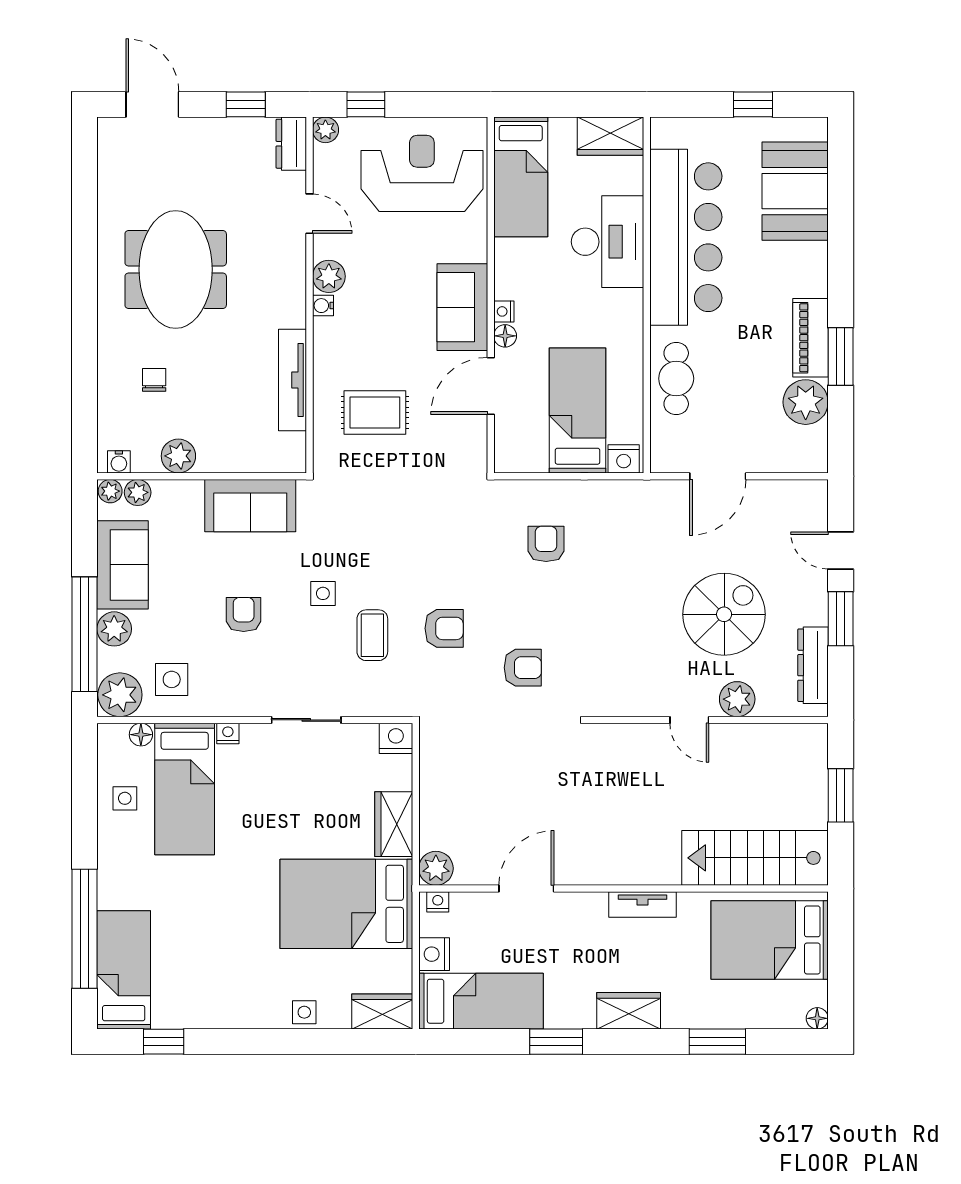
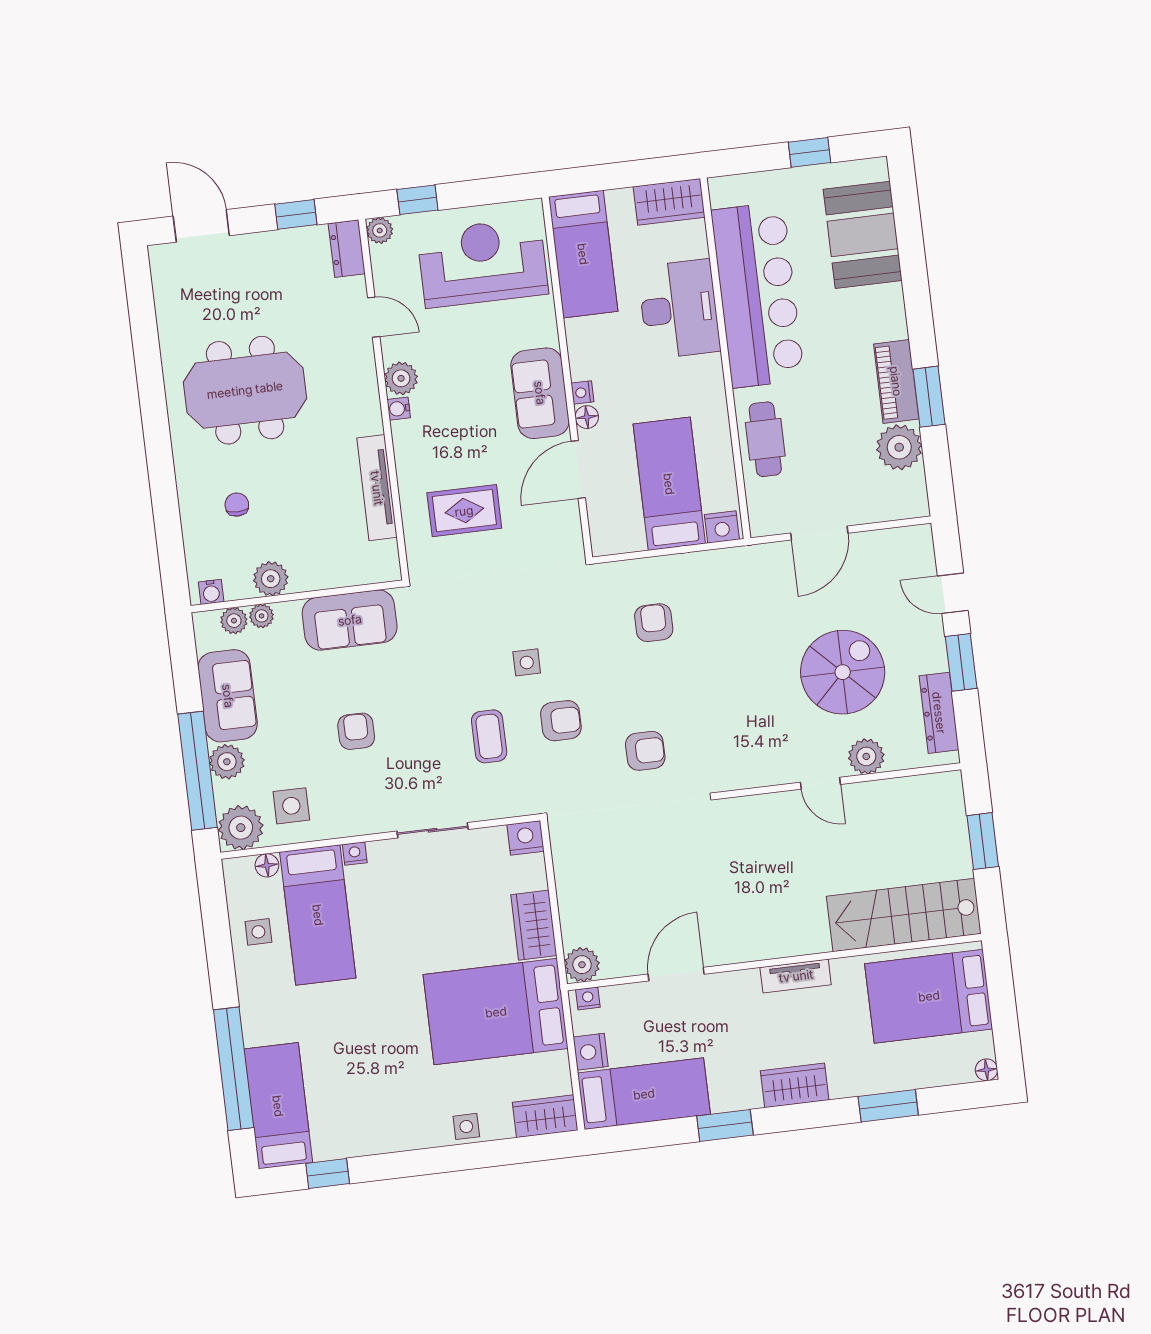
meeting table: (176, 269) -> (245, 390), turned 90
plant: (110, 491) -> (262, 616), moved
side table: (323, 593) -> (527, 662), moved

